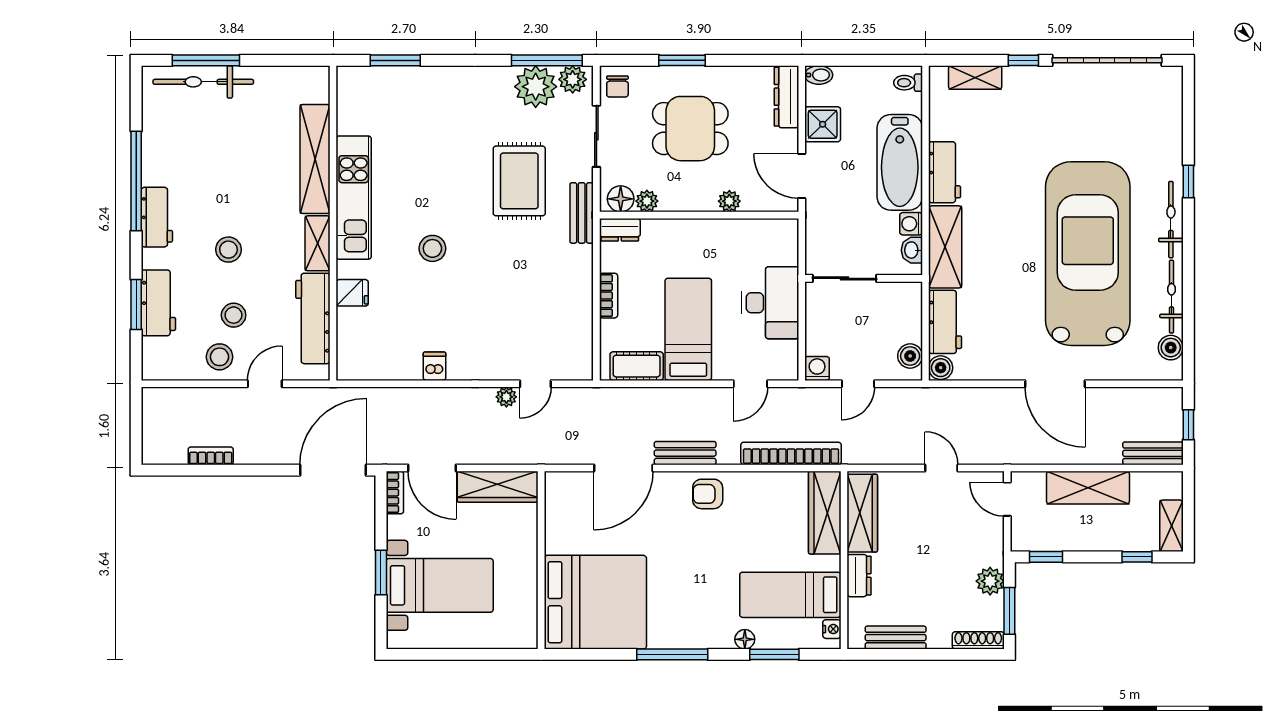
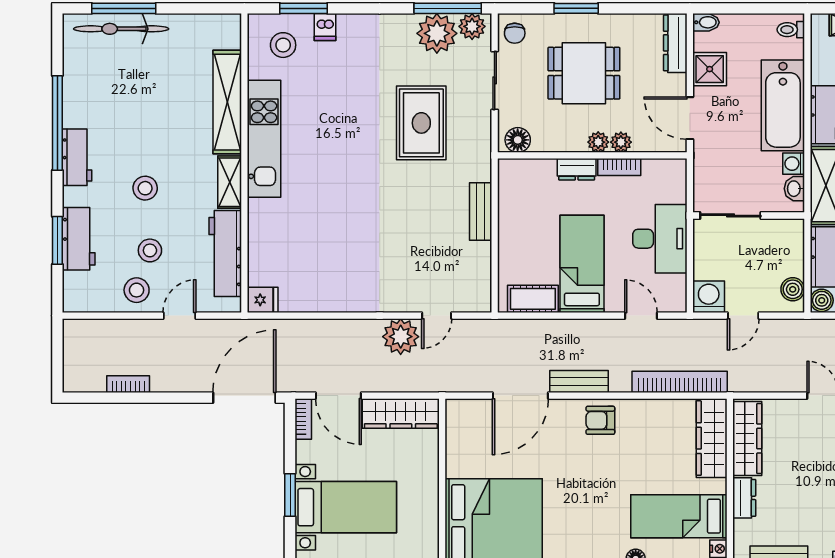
plant: (647, 201) -> (598, 142), moved
bench: (582, 213) -> (481, 212), moved
dresser: (620, 230) -> (577, 169), moved
stool: (432, 248) -> (283, 45), moved
fridge: (352, 293) -> (263, 300), moved
bookcase: (609, 296) -> (619, 167), moved, turned 90
dishwasher: (435, 366) -> (325, 27), moved, turned 180
washing machine: (817, 368) -> (709, 297), width x1.38, depth x1.38
door: (750, 384) -> (641, 316), swing flipped
plant: (506, 397) -> (401, 337), width x1.87, depth x1.87

